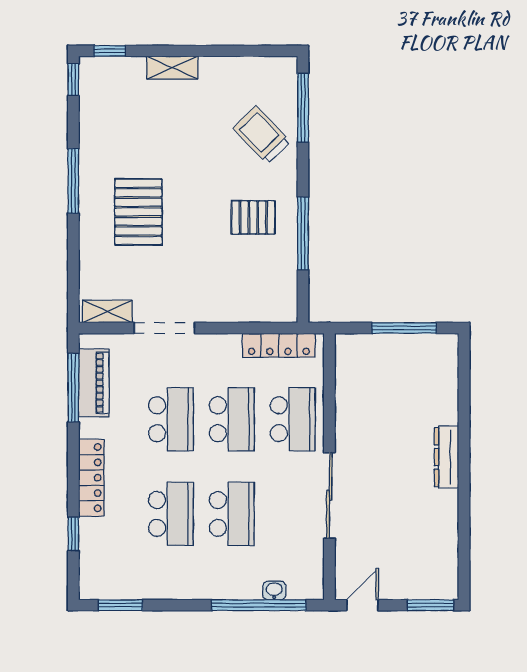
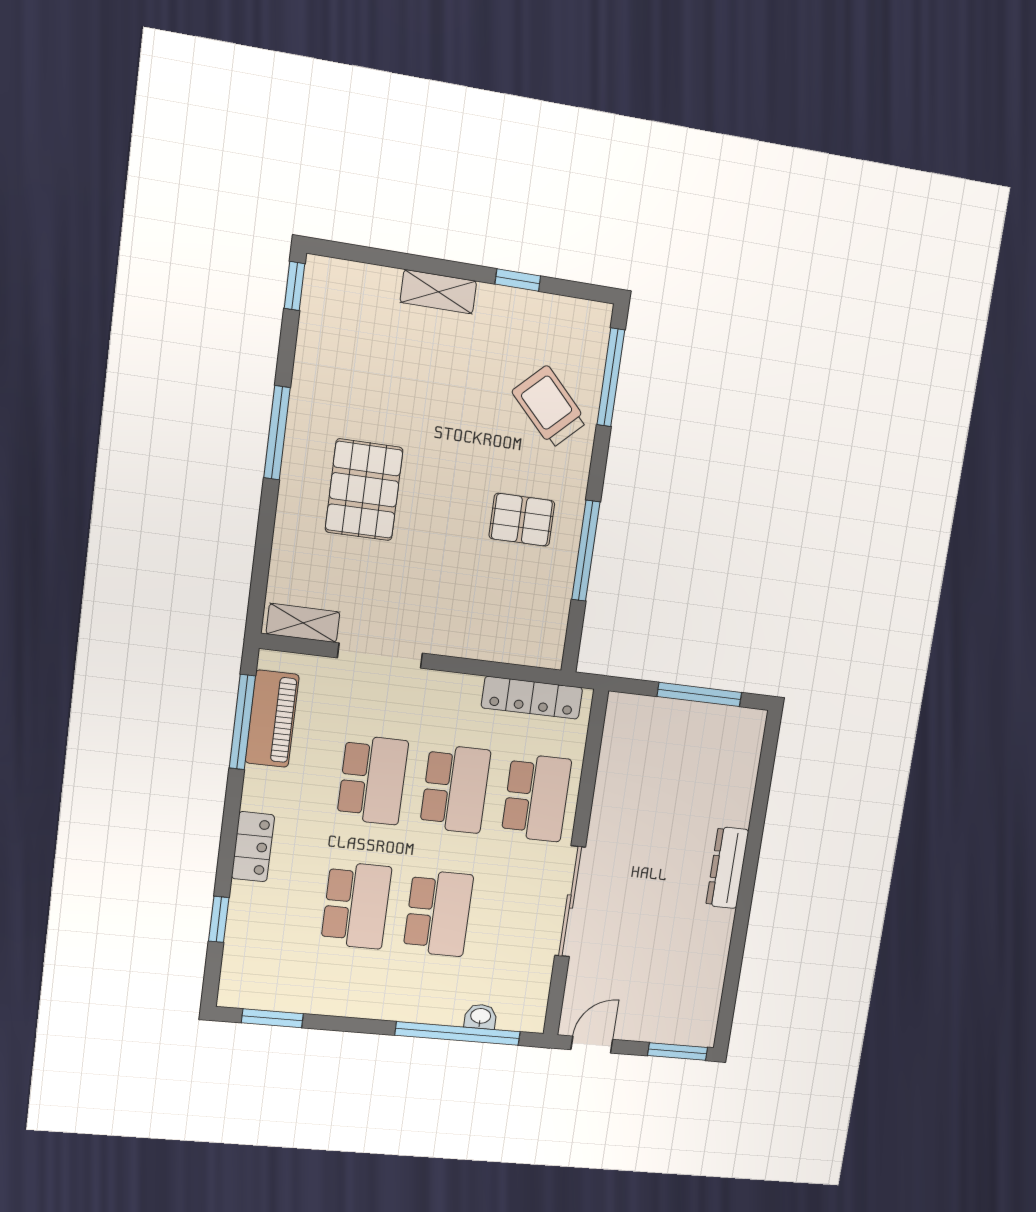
window: (110, 51) -> (518, 280), moved
locker: (91, 478) -> (253, 847), width x0.66

